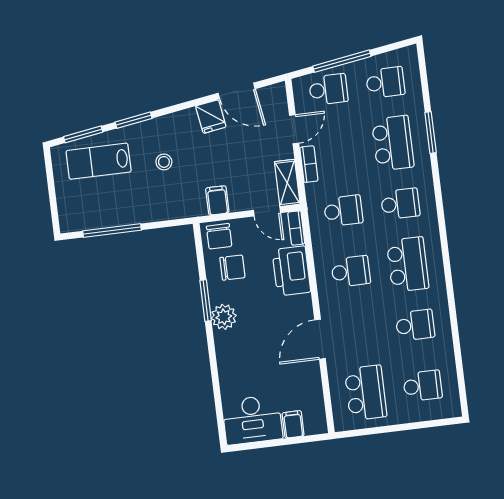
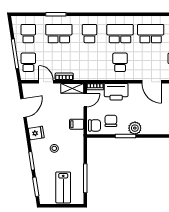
fridge: (211, 117) -> (36, 133), moved
lab bench: (99, 161) -> (63, 187), moved
school desk: (343, 211) -> (89, 62), removed
school desk: (415, 325) -> (151, 34), width x1.85

